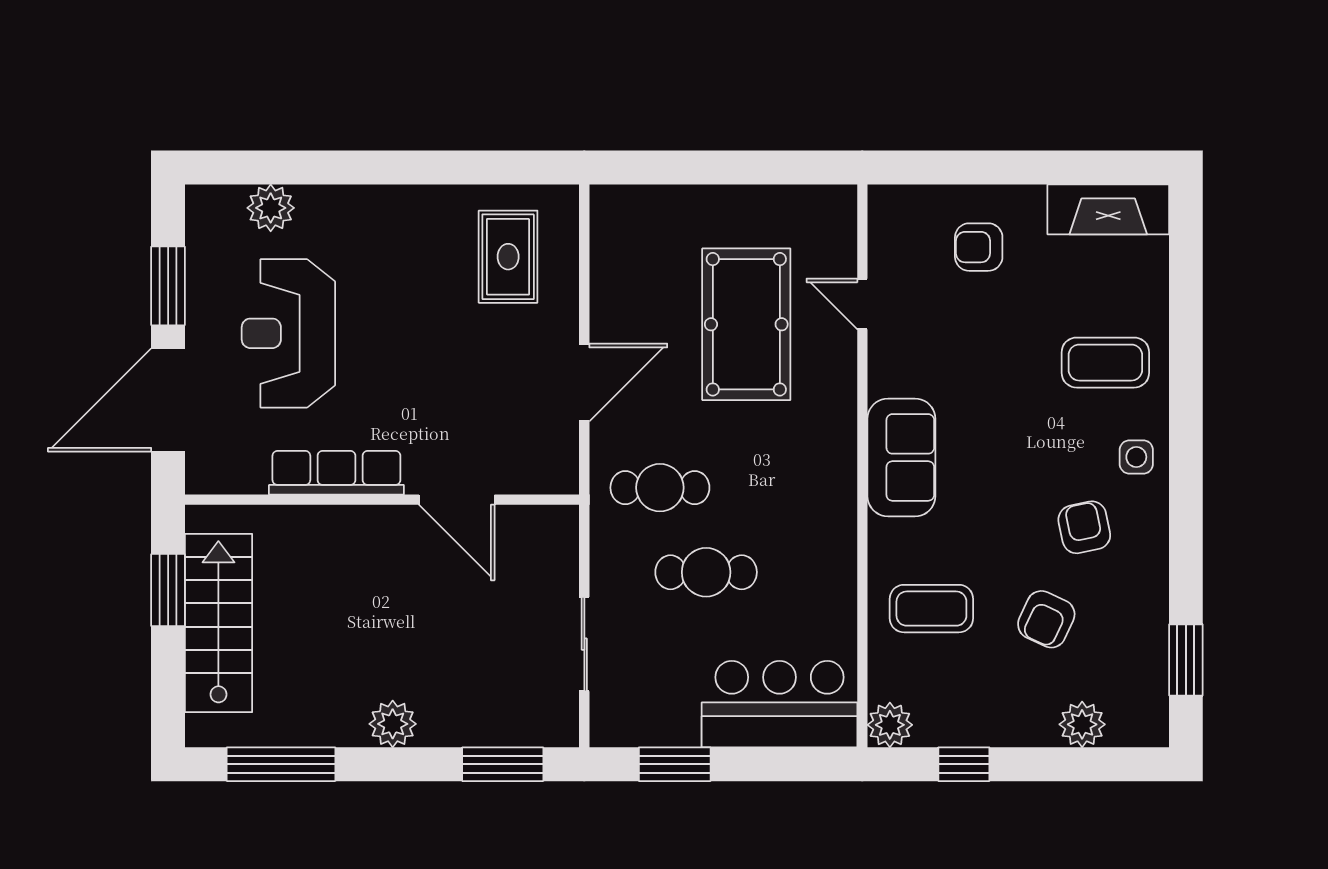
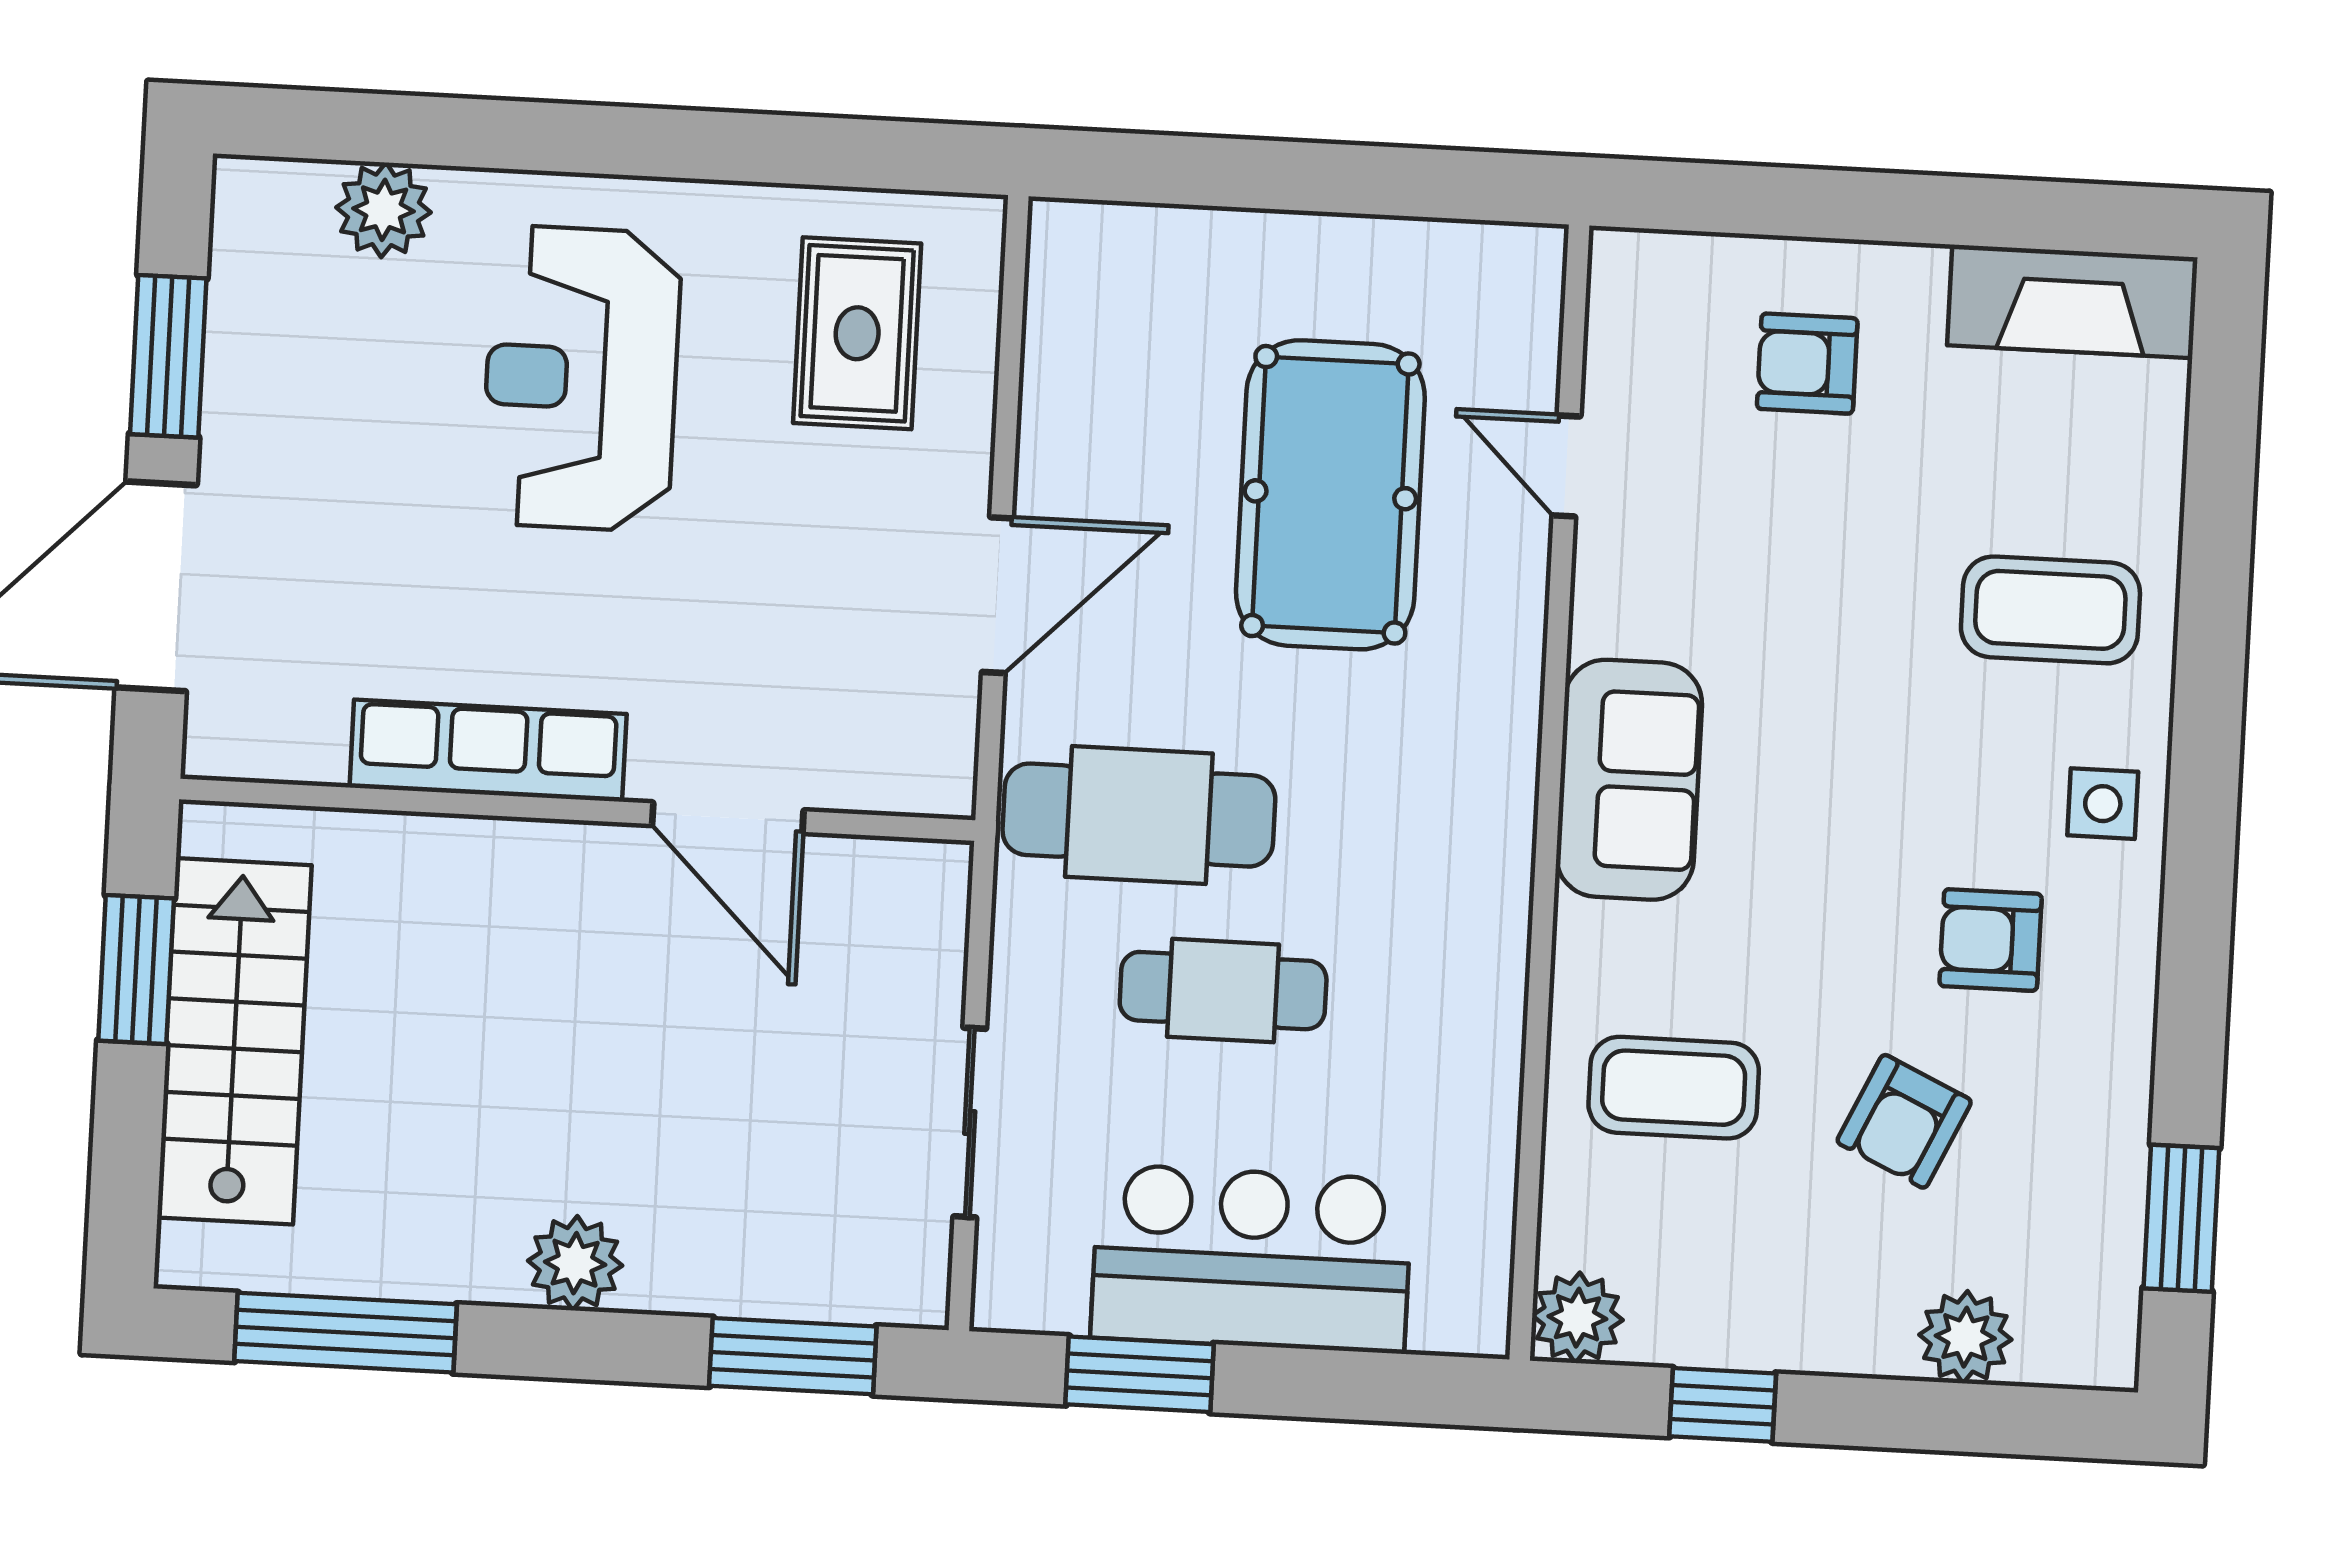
reception desk: (288, 333) -> (581, 378), moved
cafe table: (660, 488) -> (1139, 815), width x1.37, depth x1.35
armchair: (1084, 527) -> (1991, 940), turned -78
bar counter: (779, 704) -> (1251, 1259), moved

